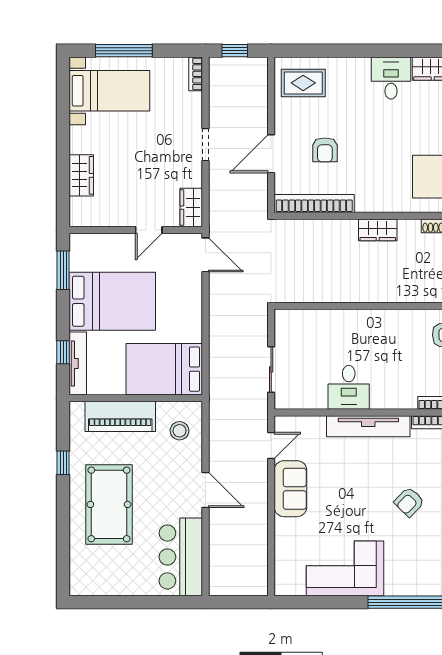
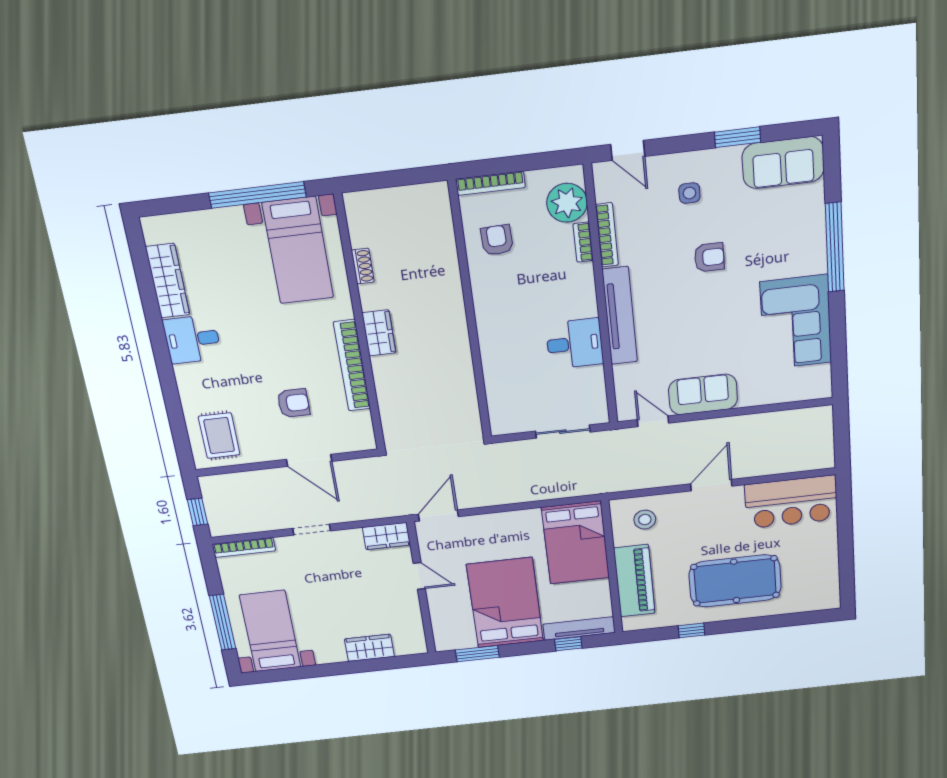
bookcase: (196, 74) -> (244, 547), width x1.56
bookcase: (314, 204) -> (352, 366), moved
armchair: (409, 502) -> (709, 257), turned -44

